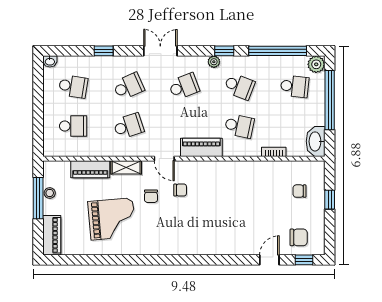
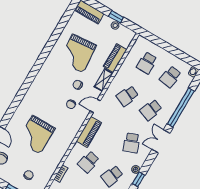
window: (104, 51) -> (181, 107), width x3.17
double door: (160, 51) -> (161, 141), swing flipped
school desk: (128, 86) -> (151, 110), turned 45
school desk: (128, 126) -> (127, 96), turned 42
window: (38, 198) -> (116, 17), width x0.46
grand piano: (243, 211) -> (36, 135), added

